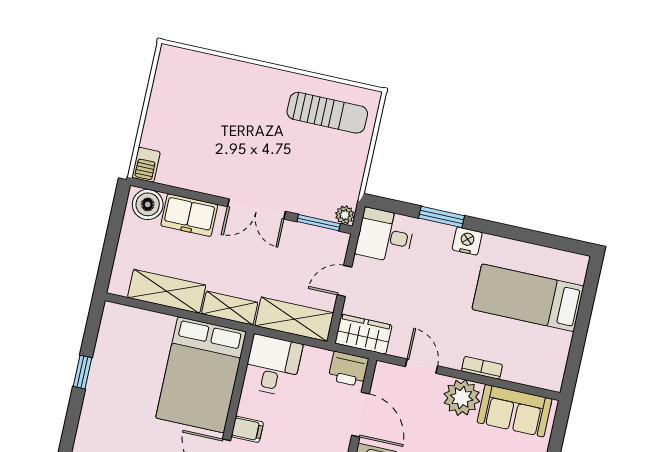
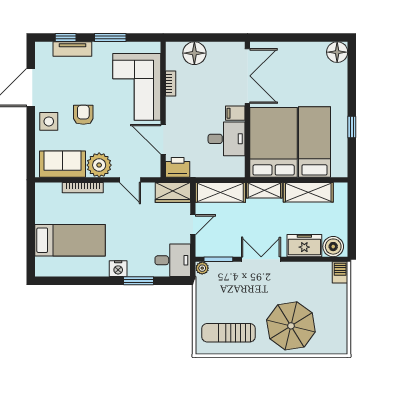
parasol: (234, 103) -> (291, 326), added
bed: (142, 362) -> (314, 142), added
desk: (273, 365) -> (227, 139), moved, turned -90
bookcase: (482, 368) -> (83, 188), width x1.56

